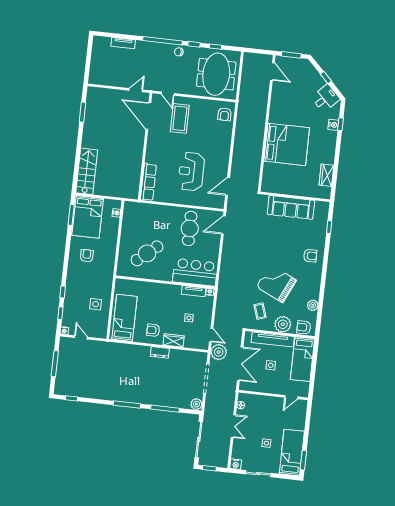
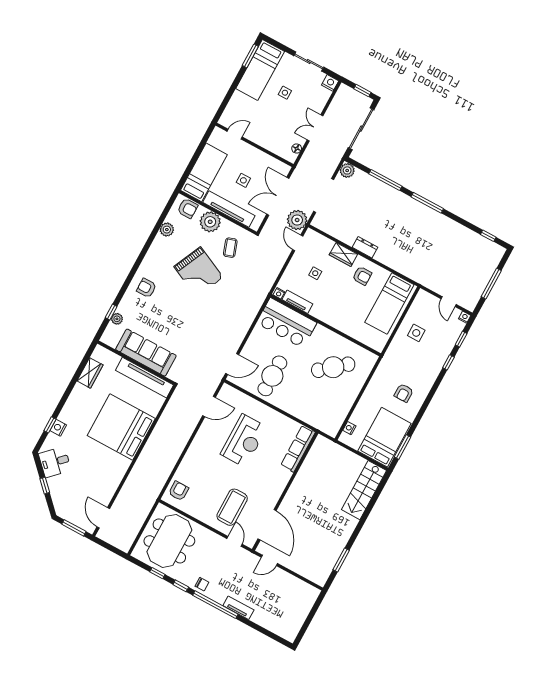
tv unit: (123, 43) -> (238, 608), moved
tv unit: (284, 188) -> (145, 378), added
plant: (323, 224) -> (117, 319), added

